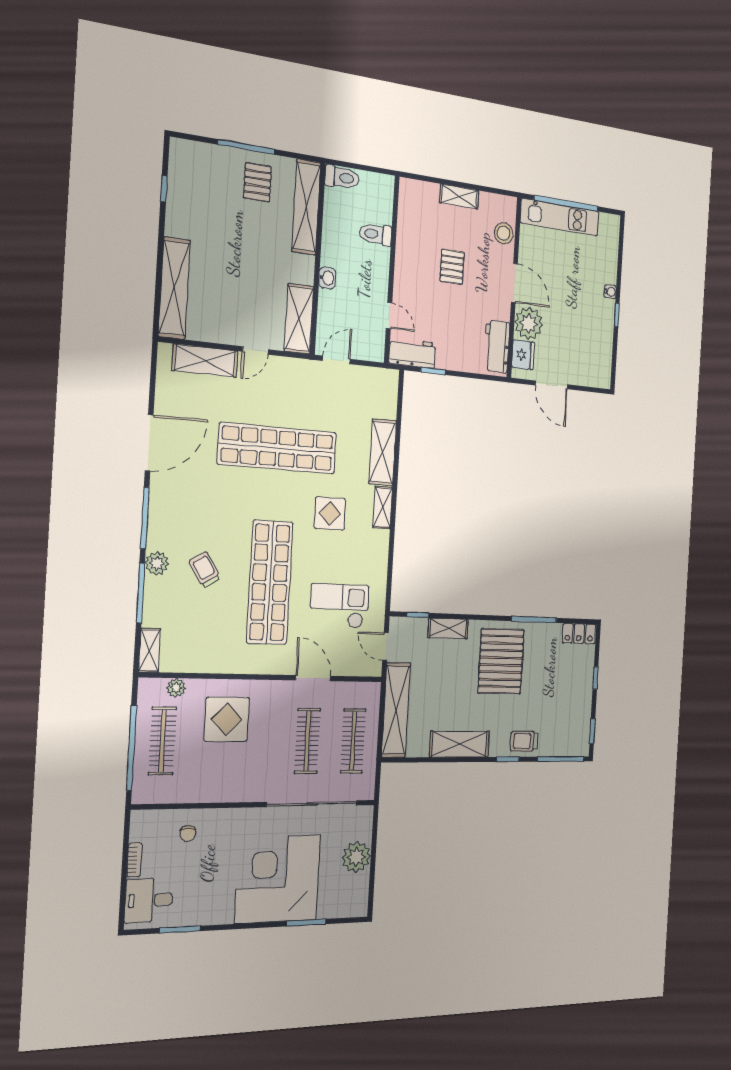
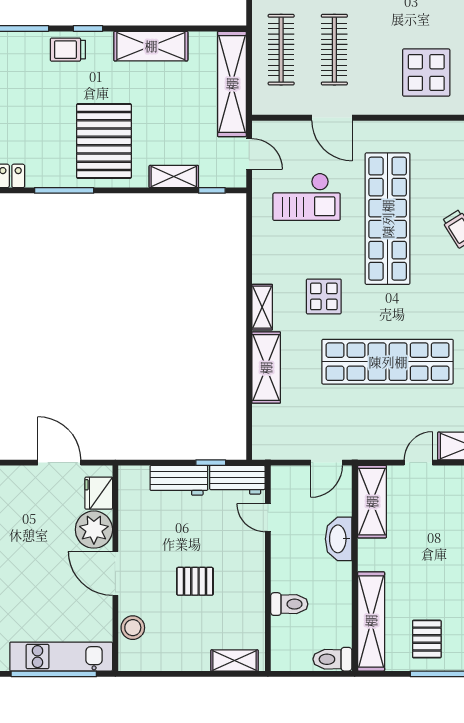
shelving: (459, 197) -> (235, 660), moved
pallet: (452, 267) -> (195, 581), turned 90
washbasin: (327, 278) -> (339, 539), width x1.91, depth x1.45
workbench: (497, 346) -> (179, 480), moved, turned 90
trolley: (524, 741) -> (68, 50), turned 180

